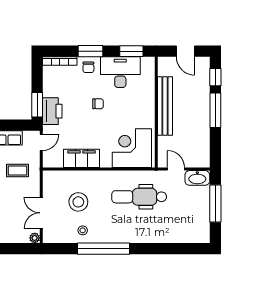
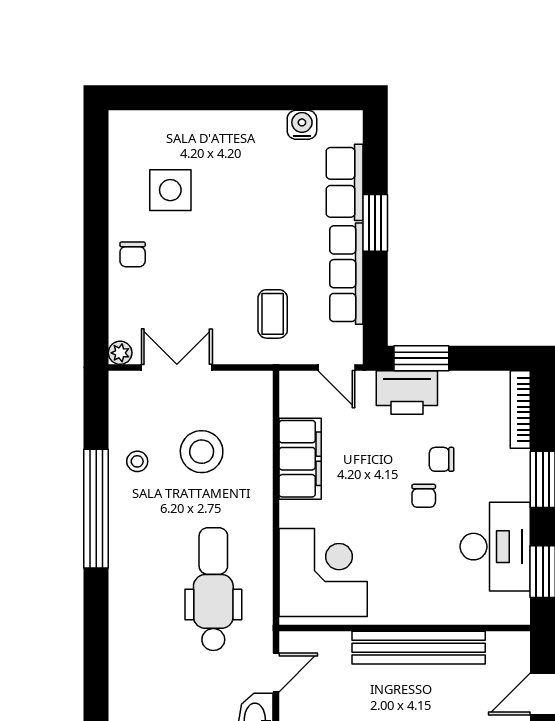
chair: (88, 67) -> (442, 459), moved

